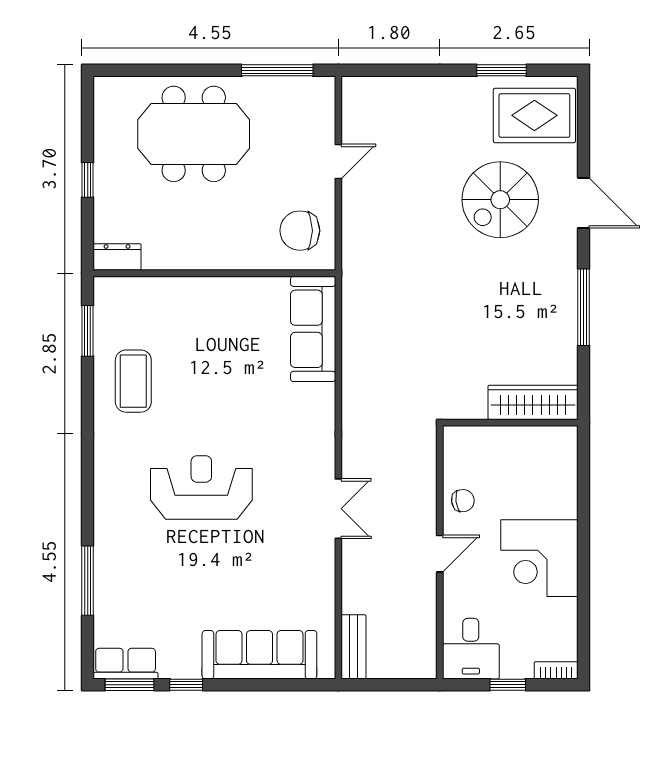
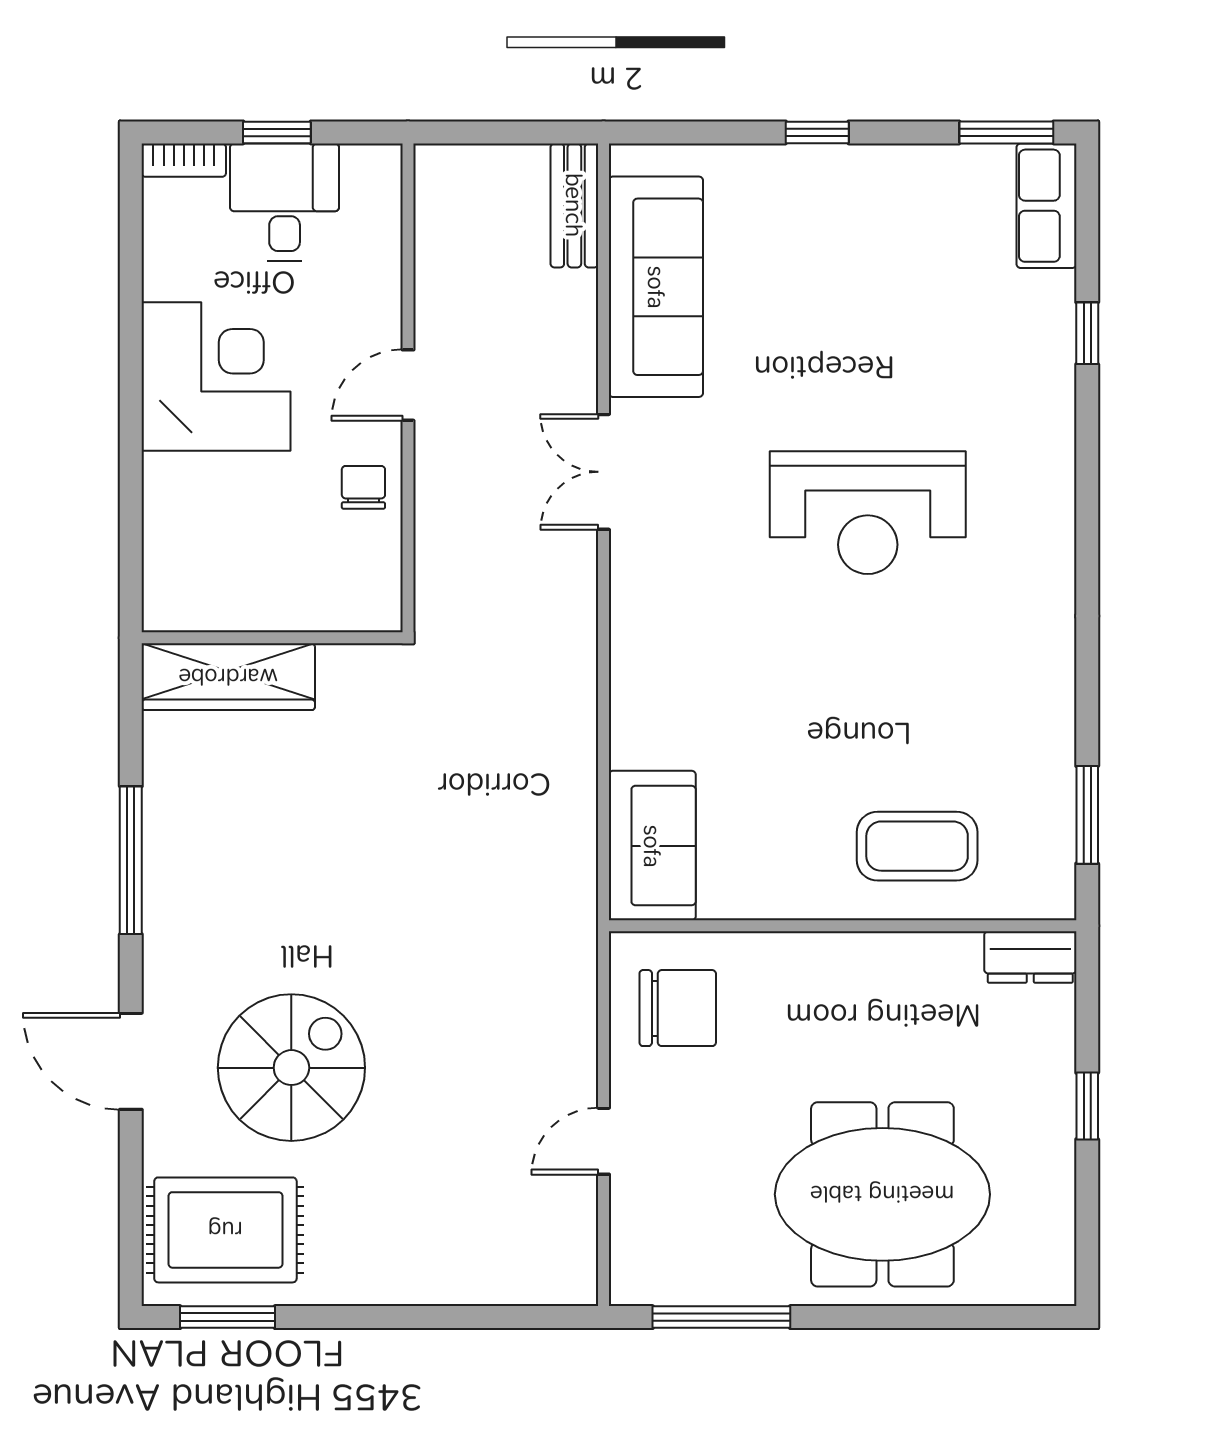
window: (502, 70) -> (227, 1317), moved
sofa: (313, 329) -> (652, 846), width x0.73
coffee table: (133, 381) -> (917, 846), moved, turned 90
chair: (463, 501) -> (363, 487), turned 98
window: (88, 581) -> (1087, 333), width x0.46
desk: (471, 649) -> (285, 202), moved
sofa: (259, 655) -> (656, 287), moved, turned -90
row of seats: (126, 664) -> (1046, 206), moved, turned 90
window: (186, 685) -> (817, 132), moved

